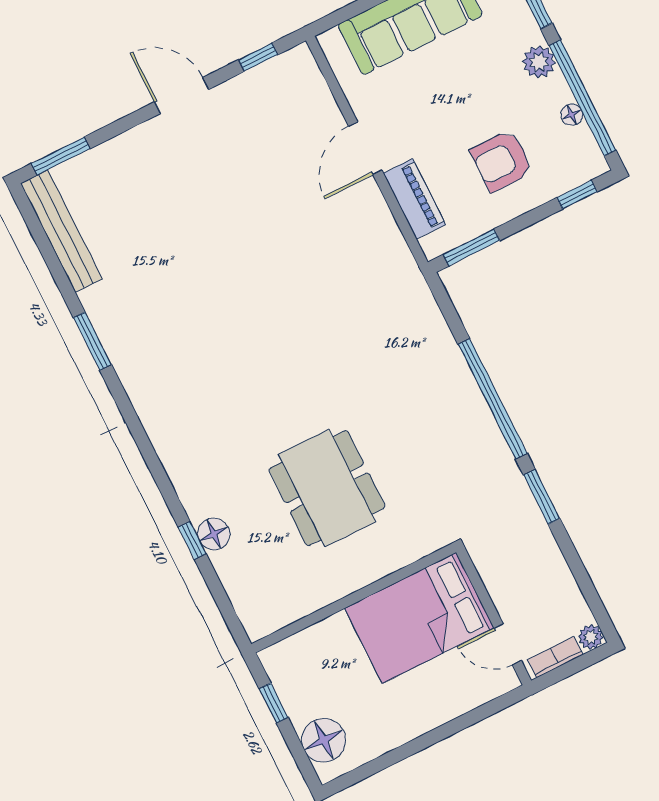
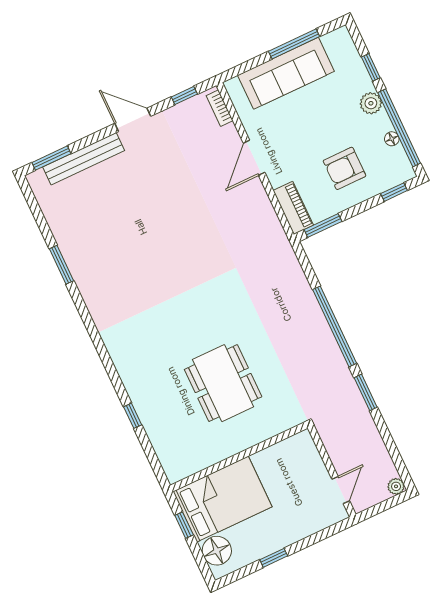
piano: (414, 199) -> (293, 208), moved
bench: (61, 231) -> (84, 159), moved, turned 90
window: (92, 341) -> (62, 265), moved
floor lamp: (214, 534) -> (147, 412), removed
bed: (419, 618) -> (222, 499), moved, turned 180
door: (508, 644) -> (341, 490), swing flipped
bookcase: (555, 657) -> (220, 108), moved, turned -90
window: (409, 749) -> (274, 558), added

